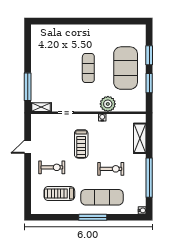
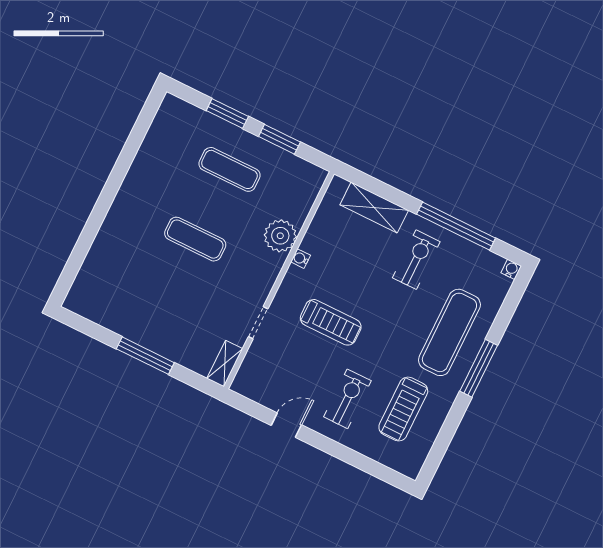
exercise mat: (126, 68) -> (229, 169), width x0.50, depth x0.69
window: (28, 87) -> (145, 356), moved
door: (28, 147) -> (286, 425), swing flipped
exercise bike: (111, 169) -> (416, 260), moved

